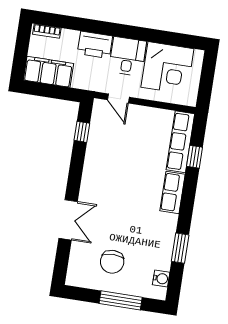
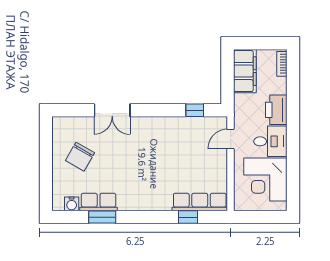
row of seats: (173, 192) -> (99, 202), moved
chair: (112, 262) -> (80, 157), turned -60
window: (121, 300) -> (46, 170), removed

